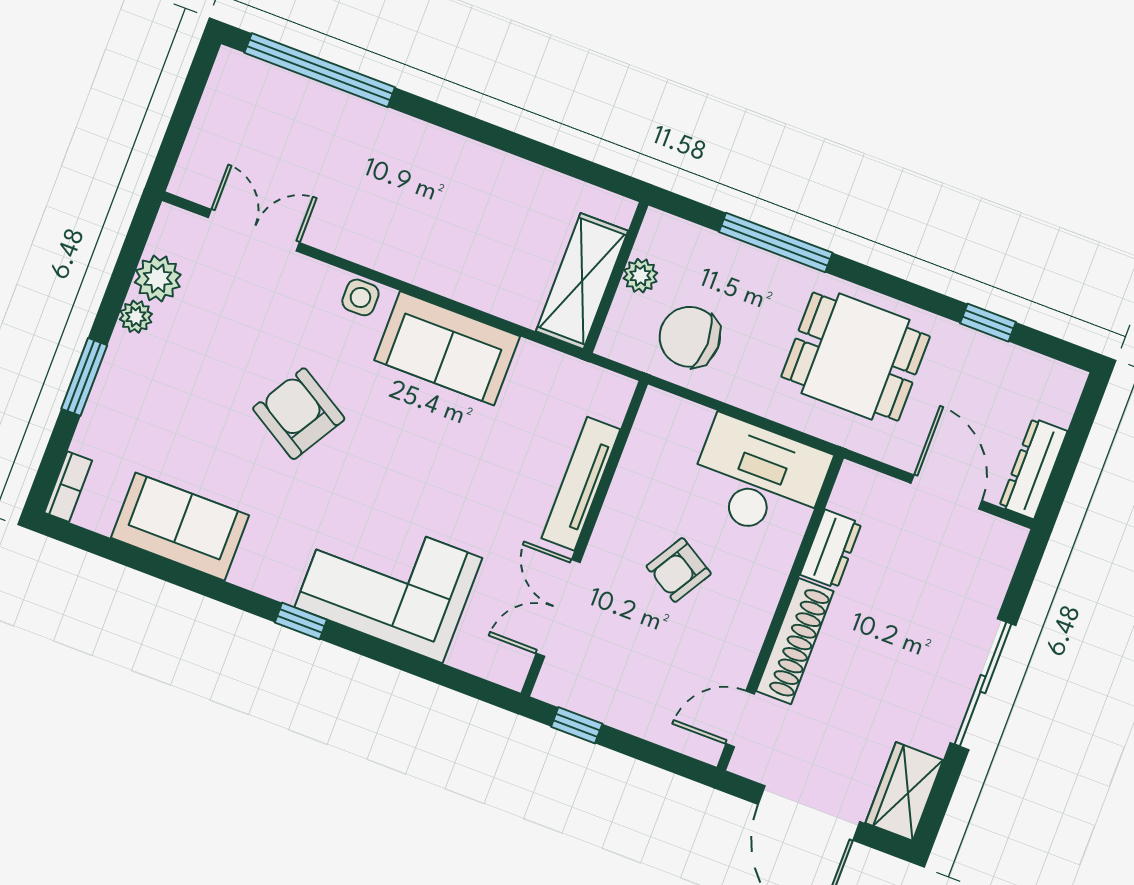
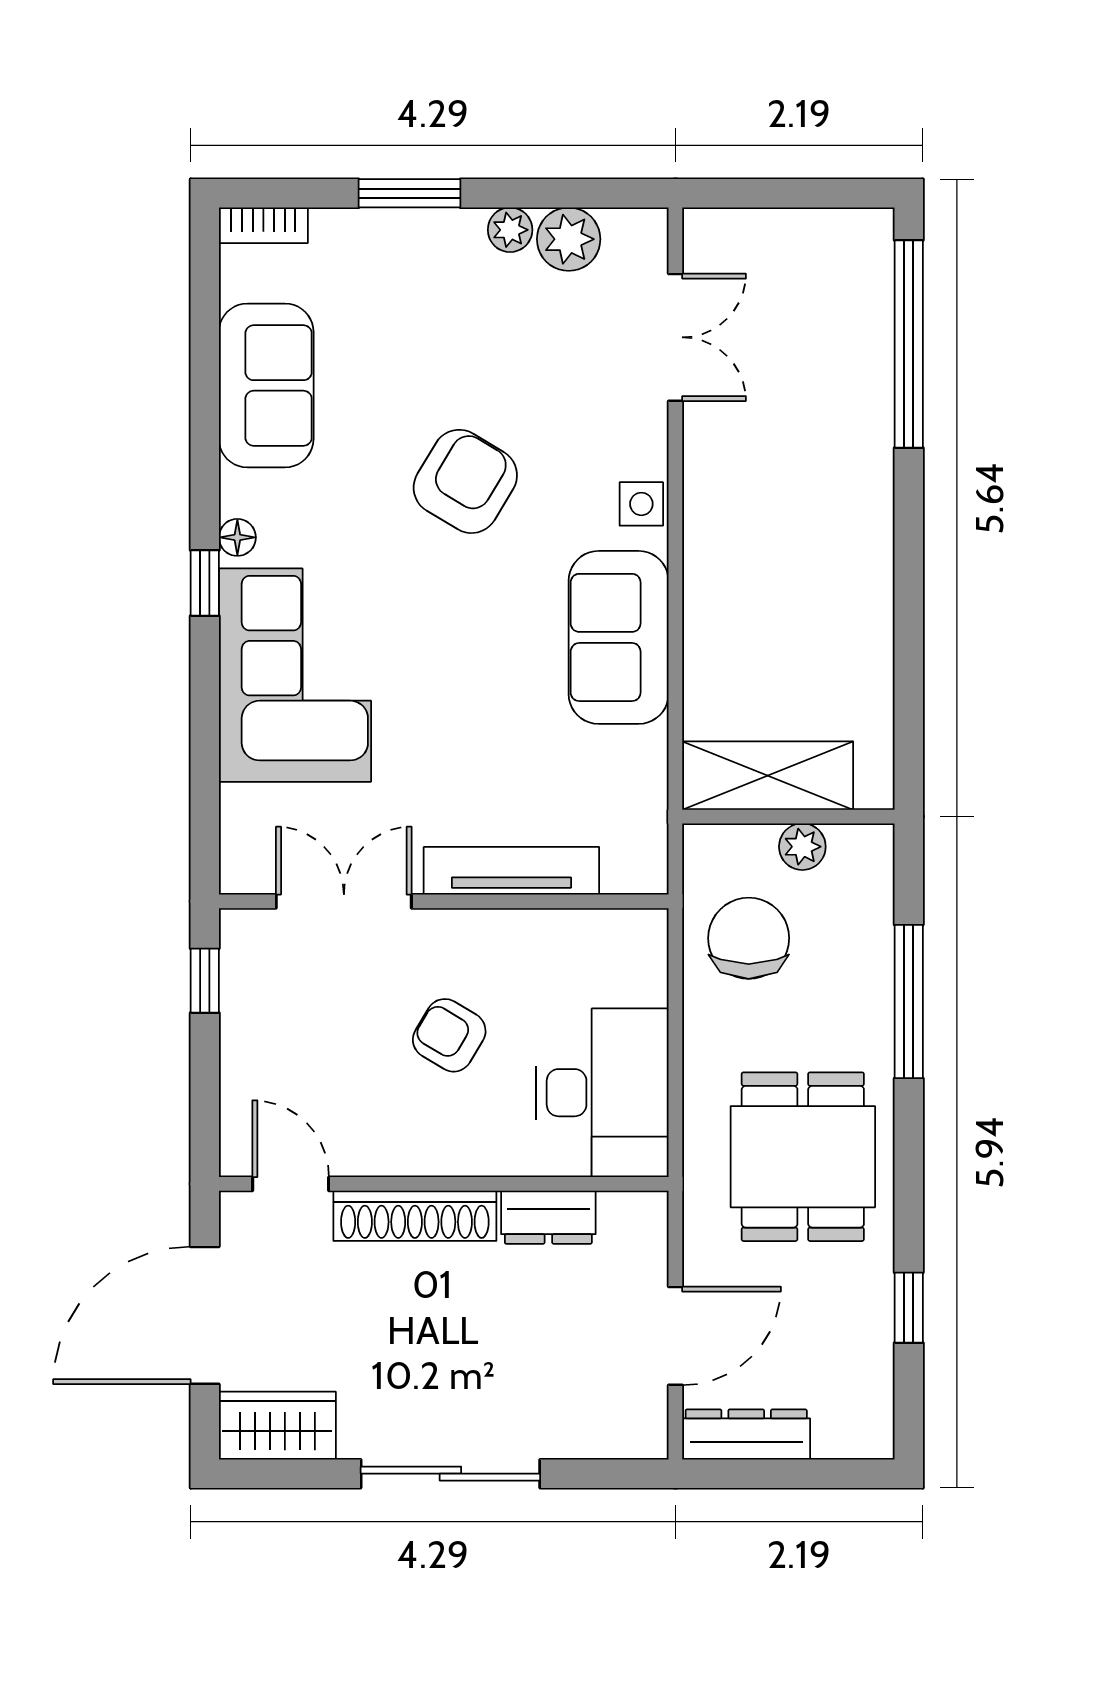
floor lamp: (278, 586) -> (237, 537), added

